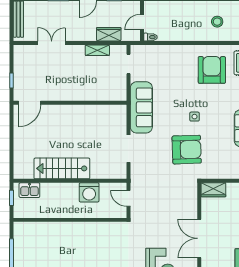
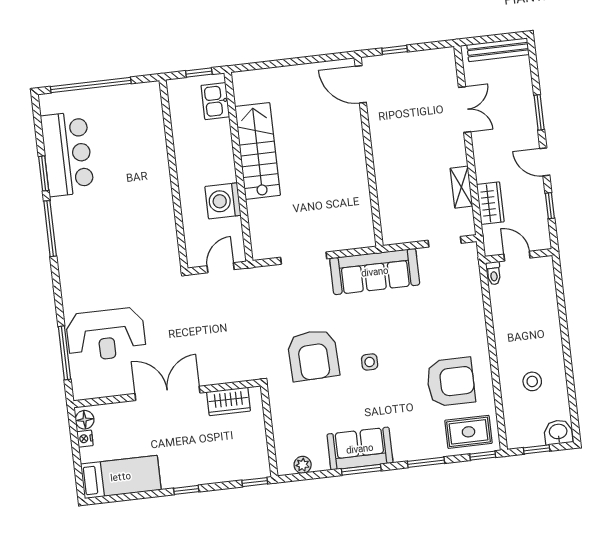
wardrobe: (213, 190) -> (229, 401), moved, turned -90

